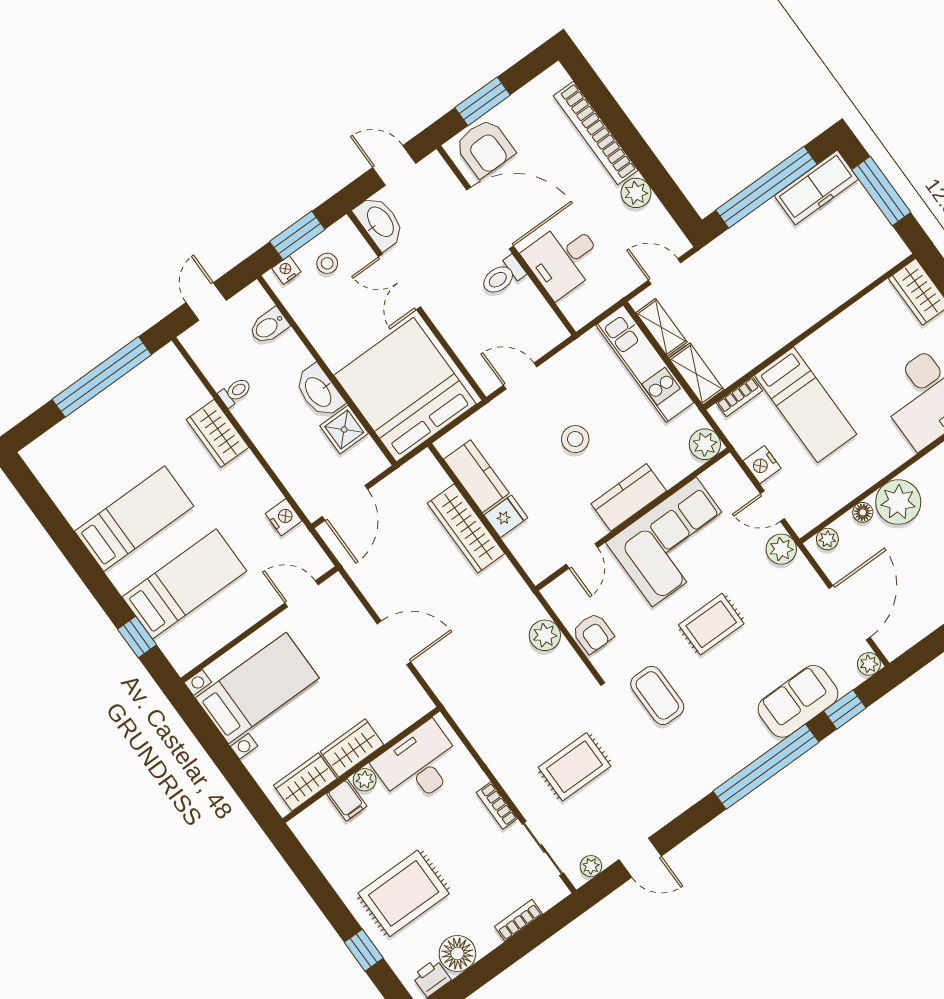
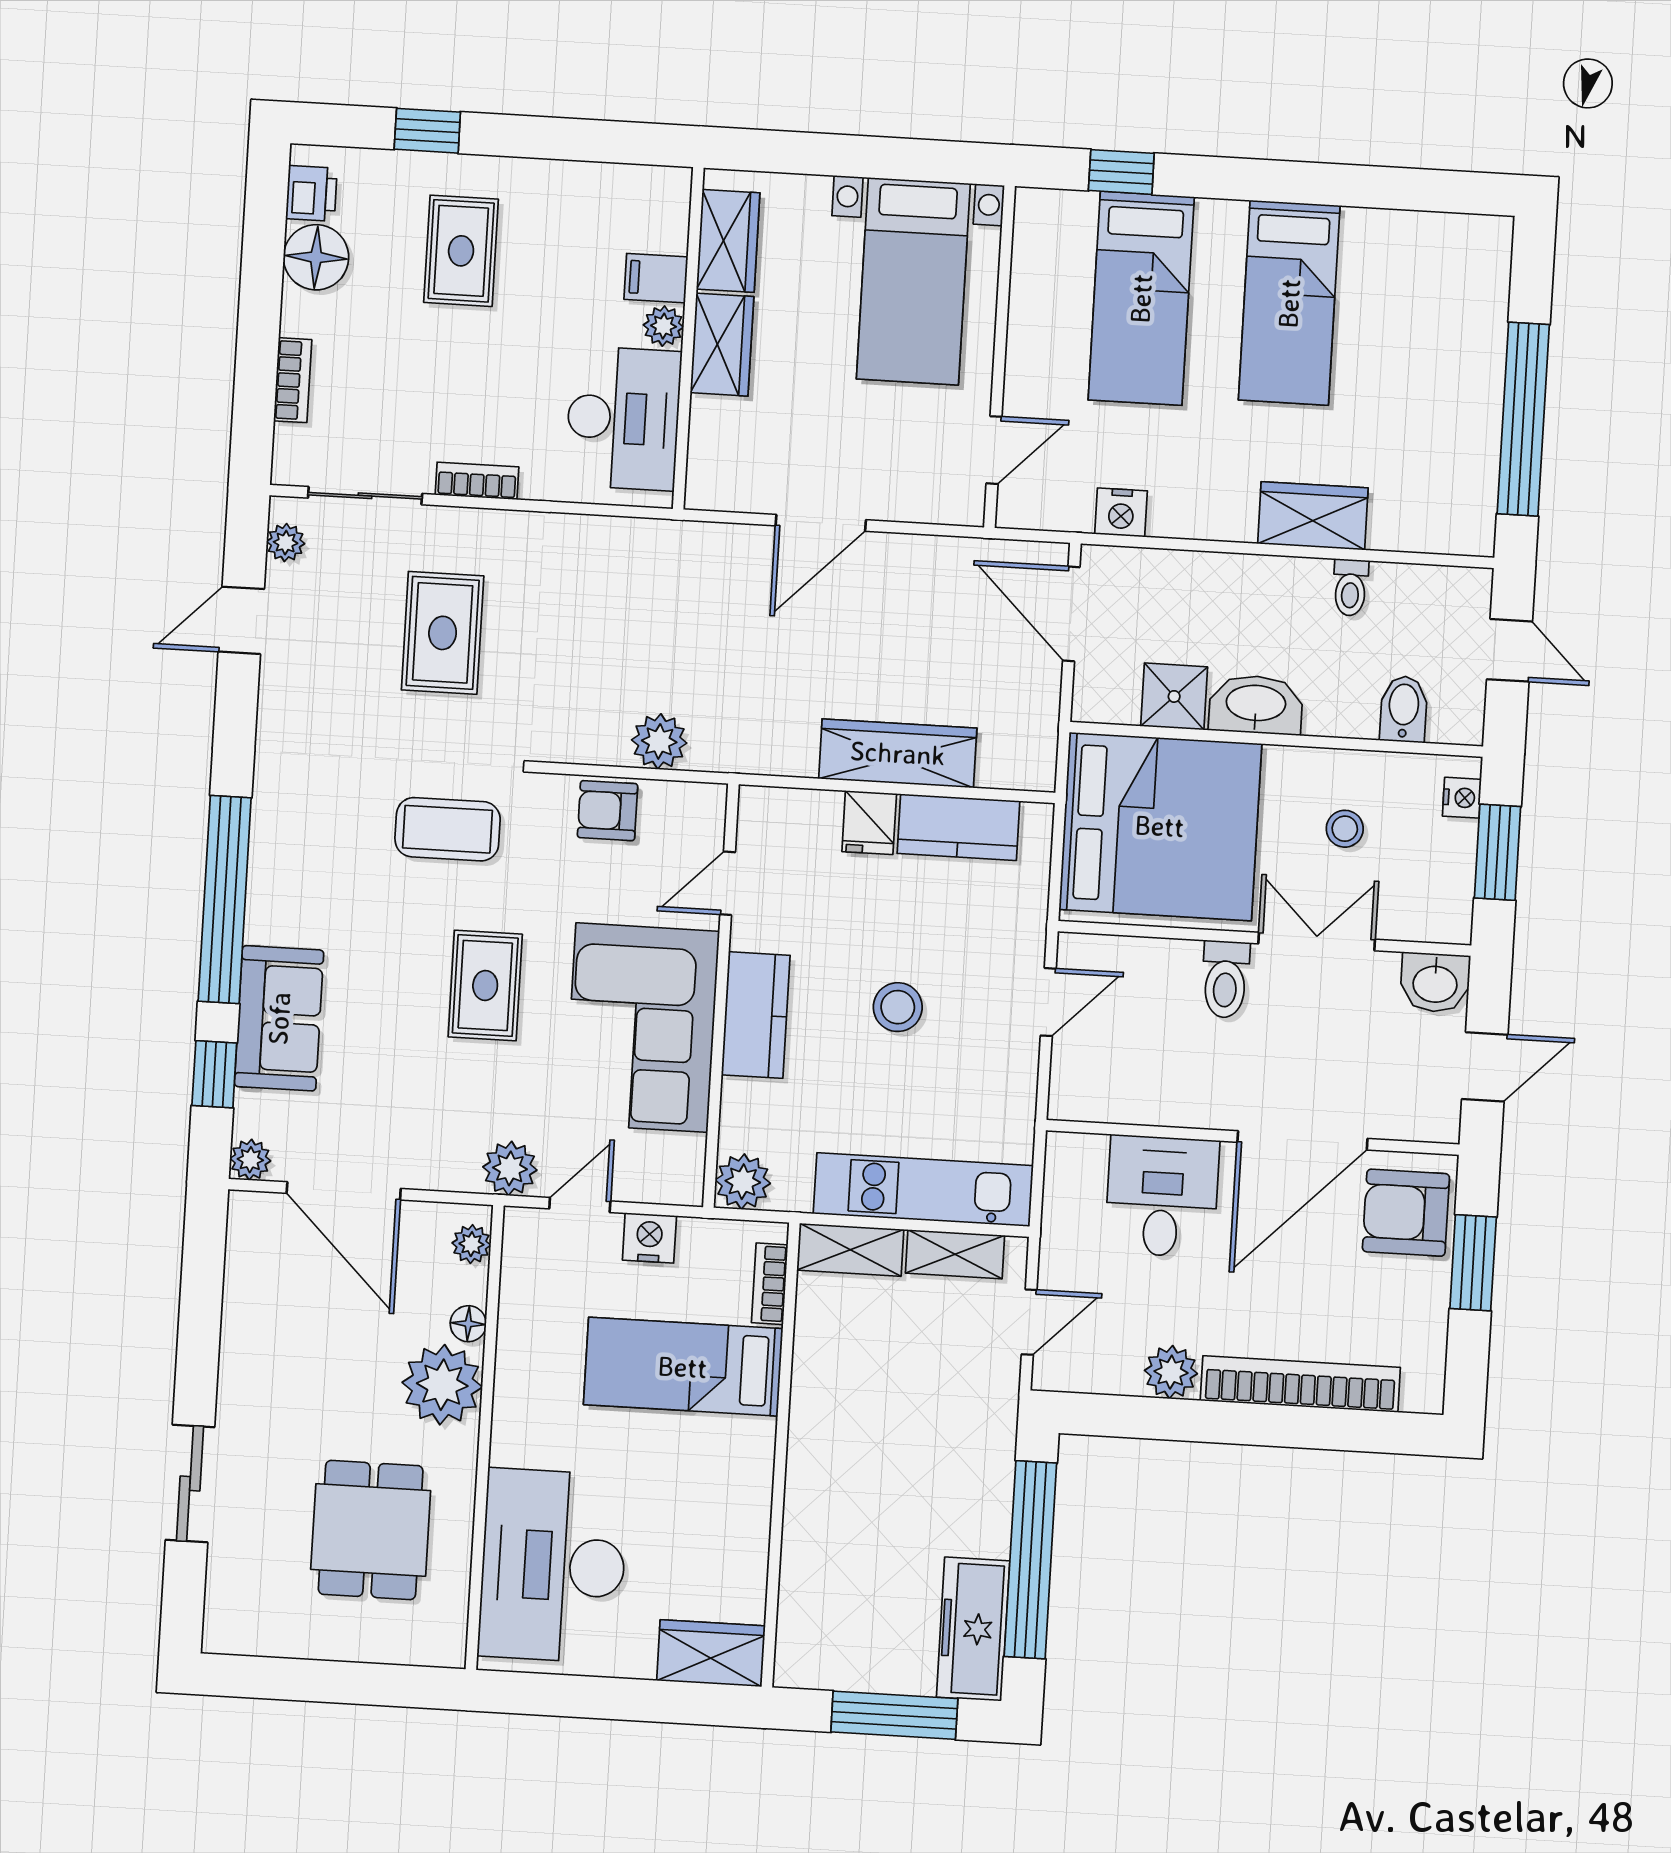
washbasin: (380, 222) -> (1435, 983), width x0.72
stool: (327, 263) -> (1345, 829), moved
toilet: (503, 276) -> (1225, 979), moved, turned 180
door: (582, 556) -> (728, 883), hinge flipped
rug: (404, 893) -> (461, 251), width x0.73, depth x0.70

